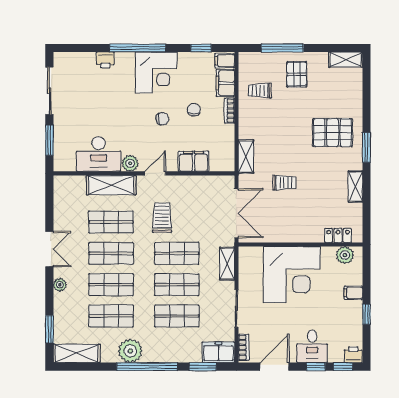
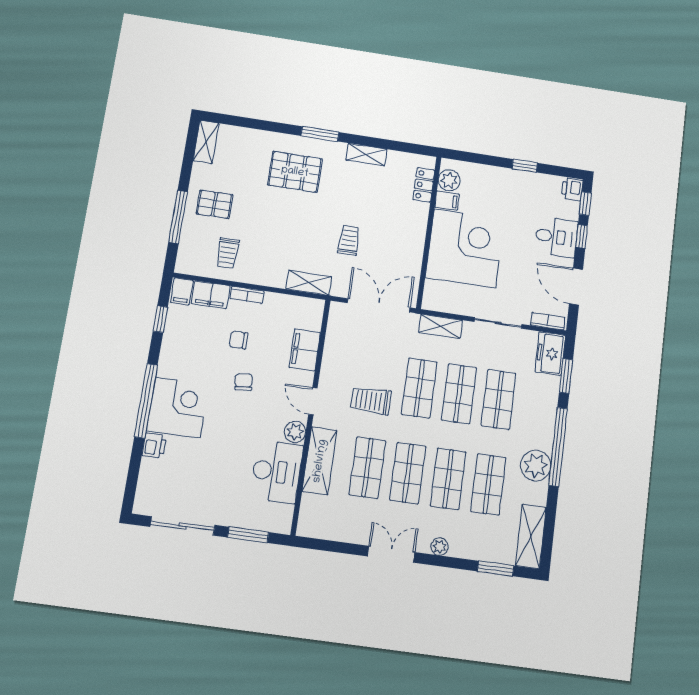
corner desk: (156, 73) -> (178, 408), moved
pallet: (333, 133) -> (295, 172), turned 90
filing cabinet: (353, 293) -> (447, 201), moved, turned -90

